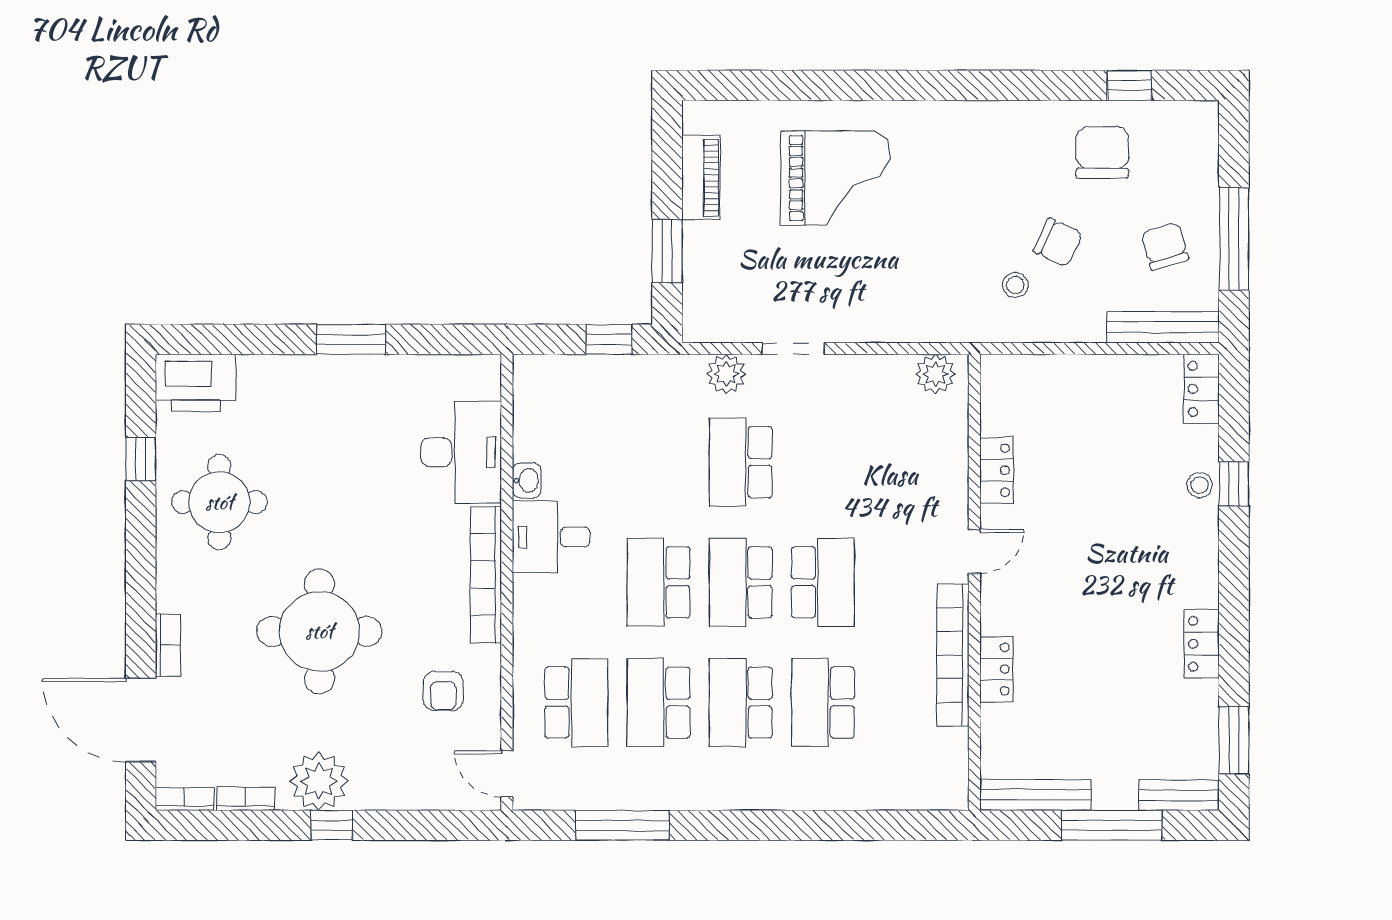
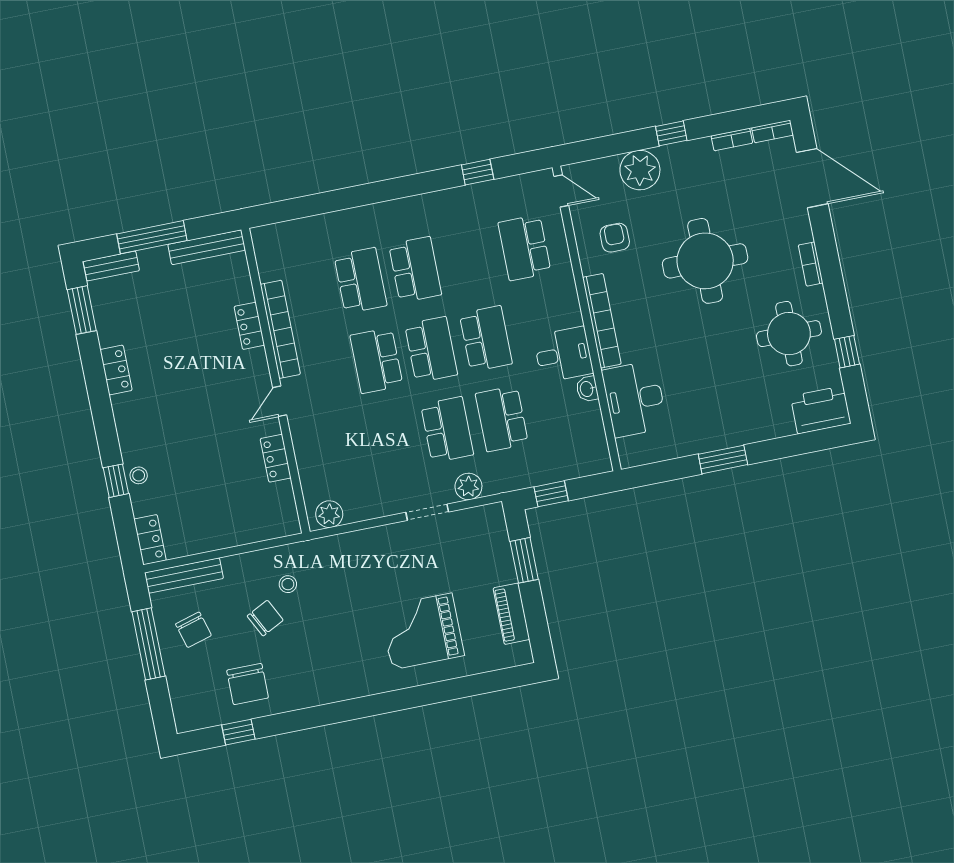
chair: (1058, 242) -> (265, 618), turned 127
bookcase: (168, 645) -> (811, 264), moved
school desk: (659, 703) -> (502, 419), moved, turned 180
plant: (319, 781) -> (640, 170), moved
window: (622, 825) -> (478, 172), width x0.46

